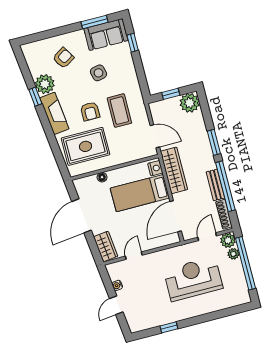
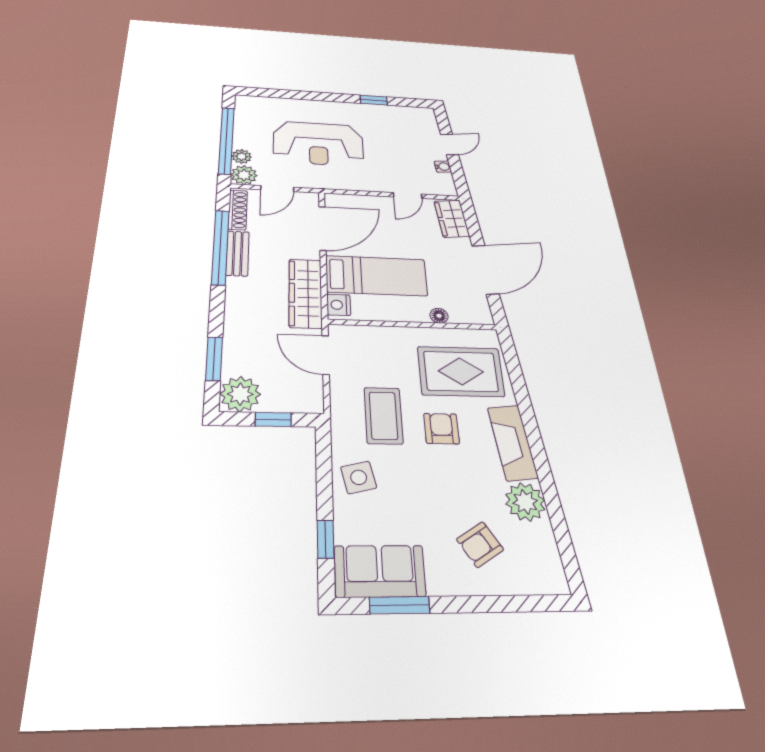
side table: (98, 73) -> (359, 477), moved
window: (35, 97) -> (547, 483), removed
window: (214, 142) -> (214, 359), moved

